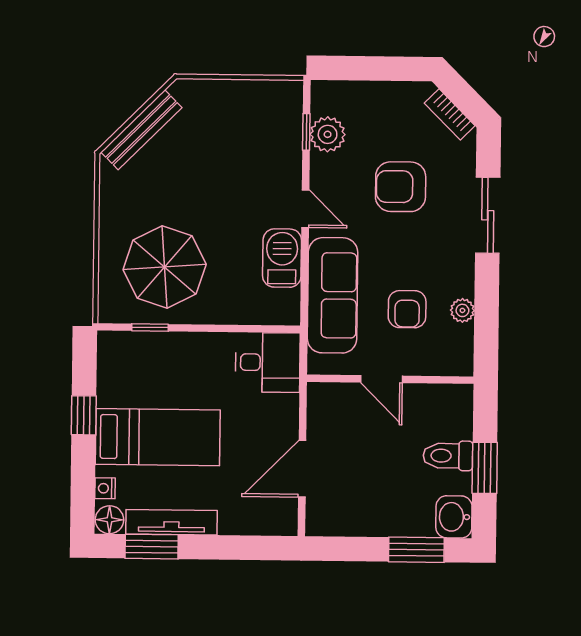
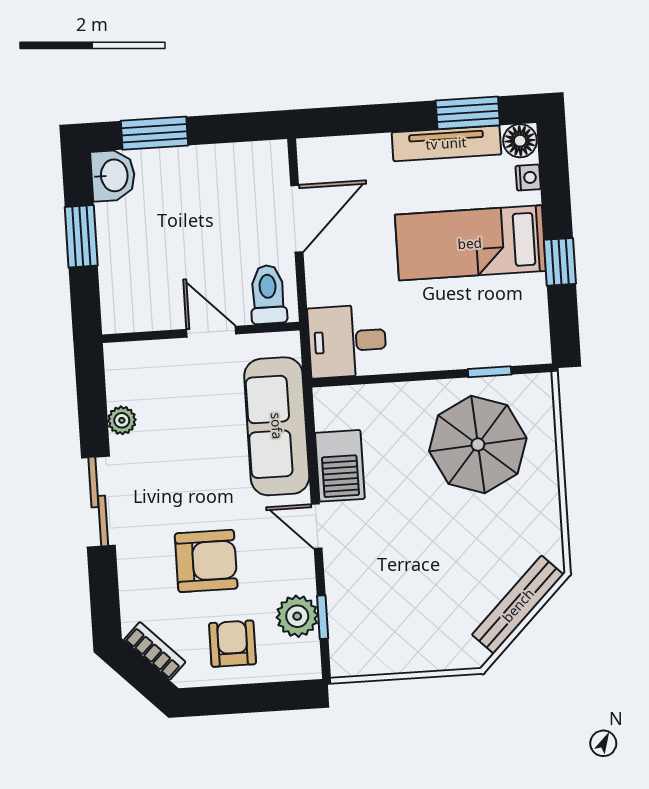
sliding door: (488, 215) -> (98, 502), moved
armchair: (407, 309) -> (233, 644), moved
toilet: (448, 456) -> (268, 294), moved, turned -90

